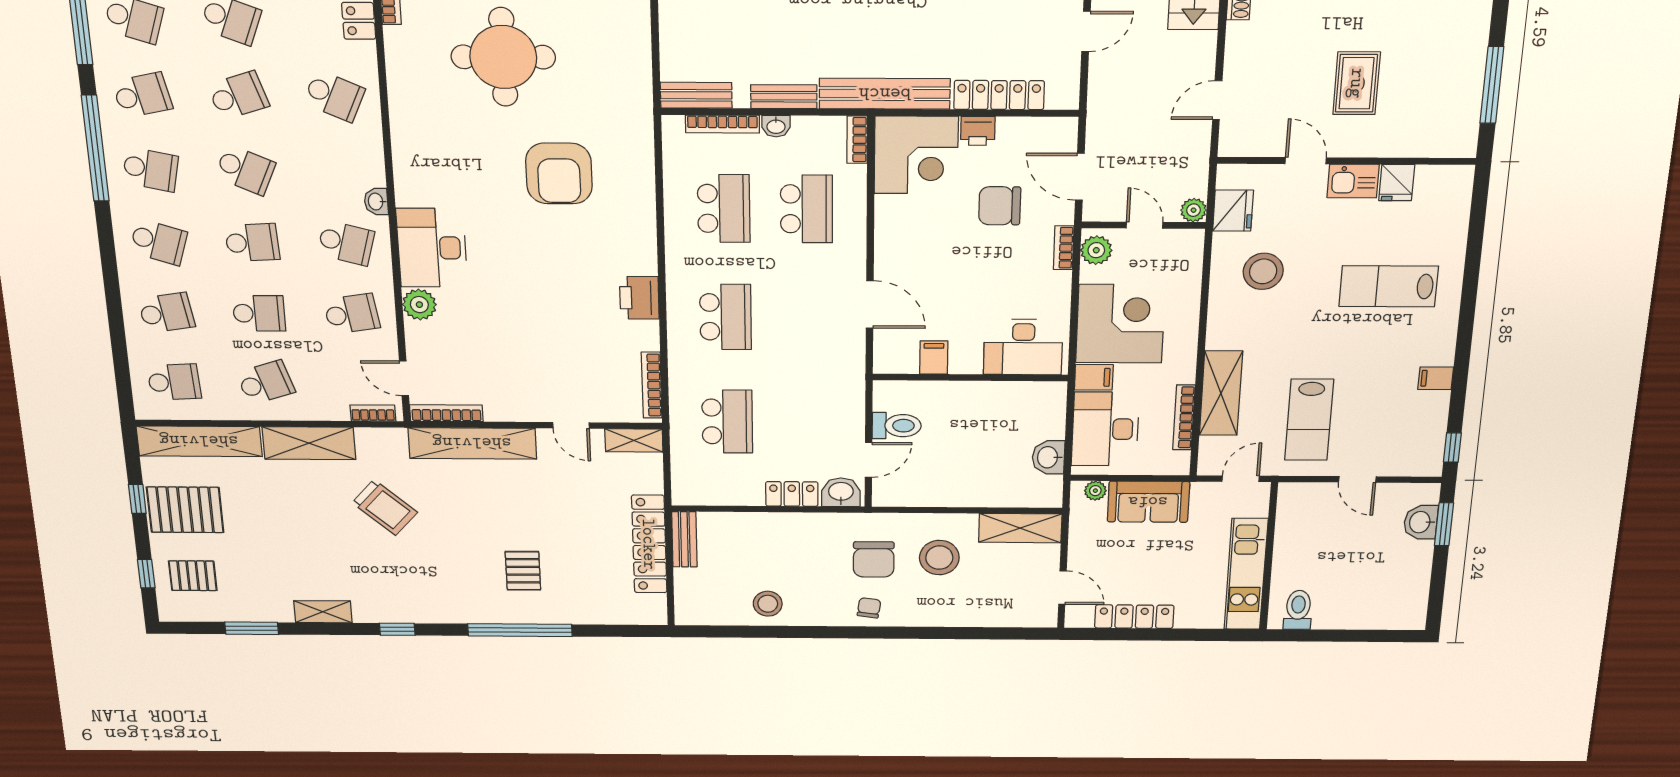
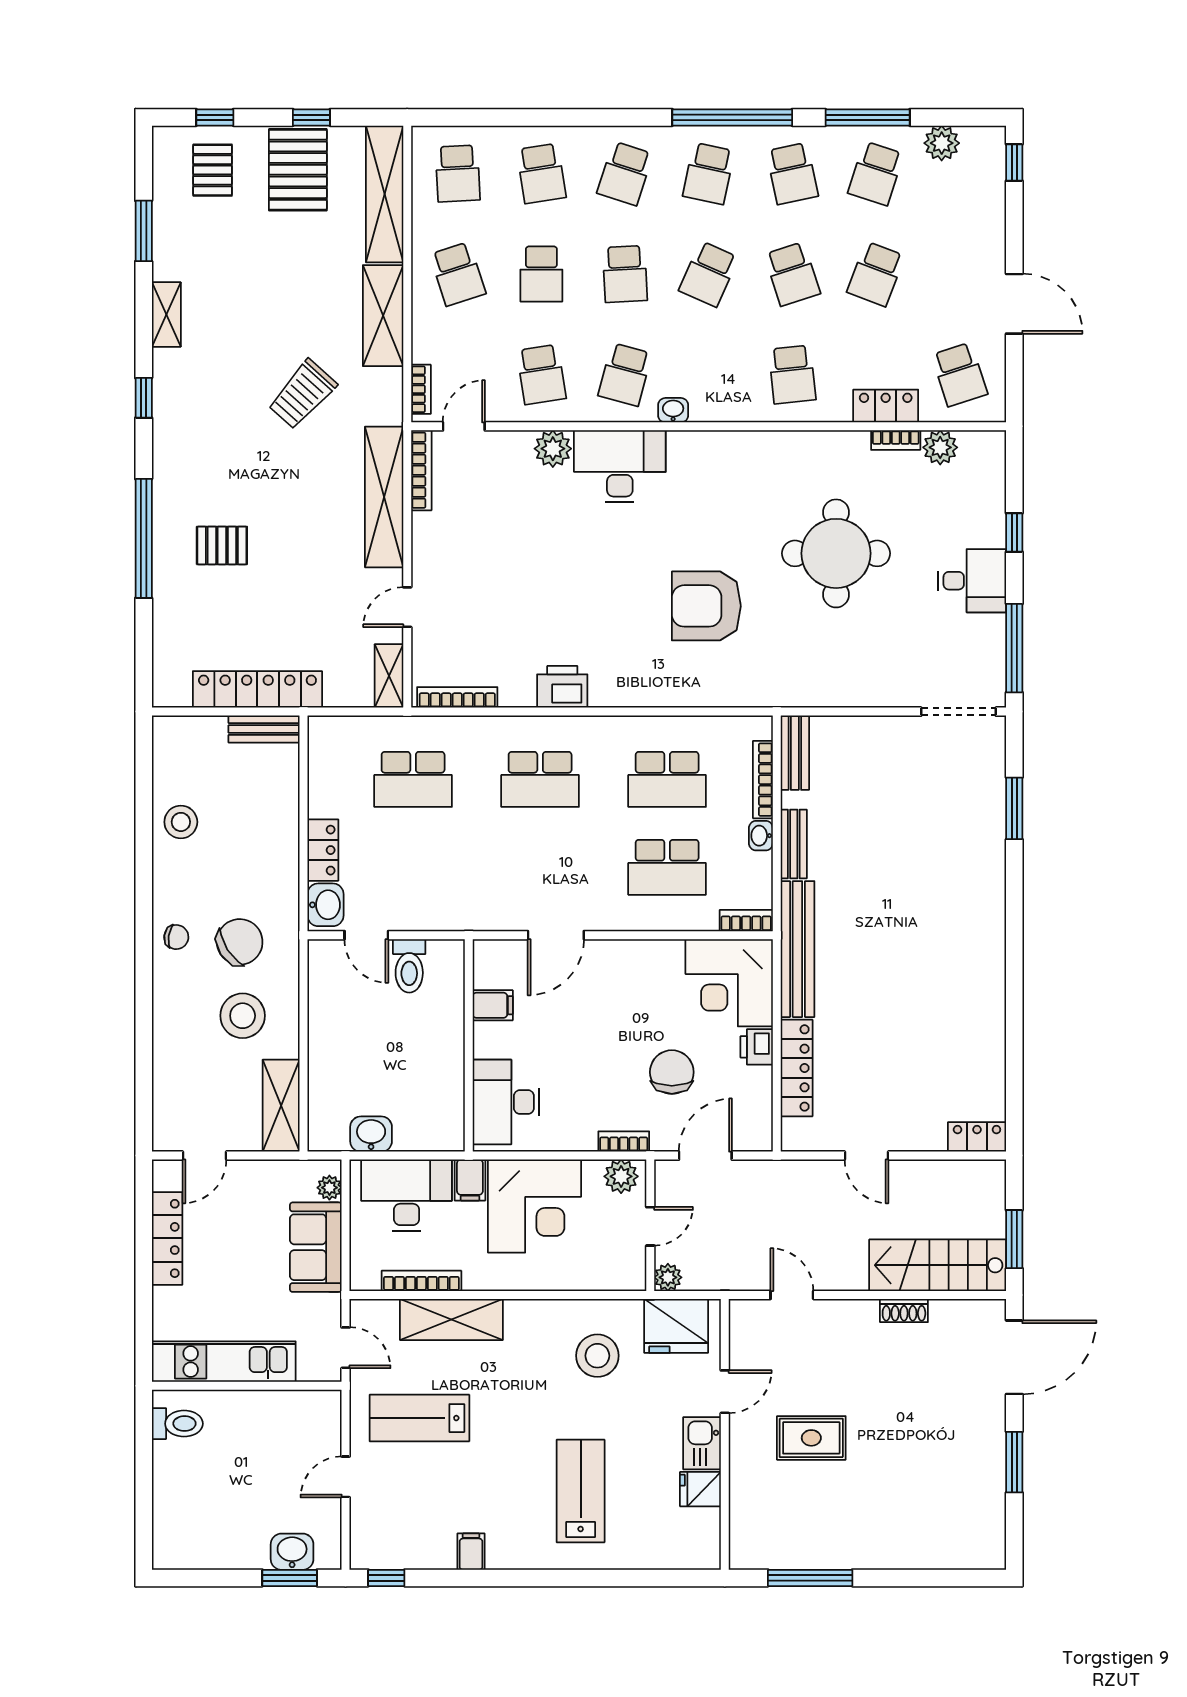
school desk: (334, 96) -> (792, 374), turned -30
fridge: (1233, 211) -> (676, 1326), width x1.36, depth x1.34
chair: (874, 559) -> (240, 942), turned 147

